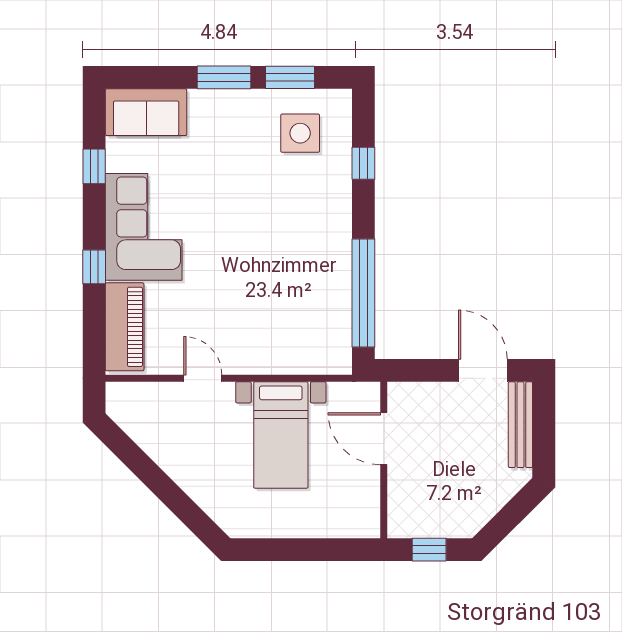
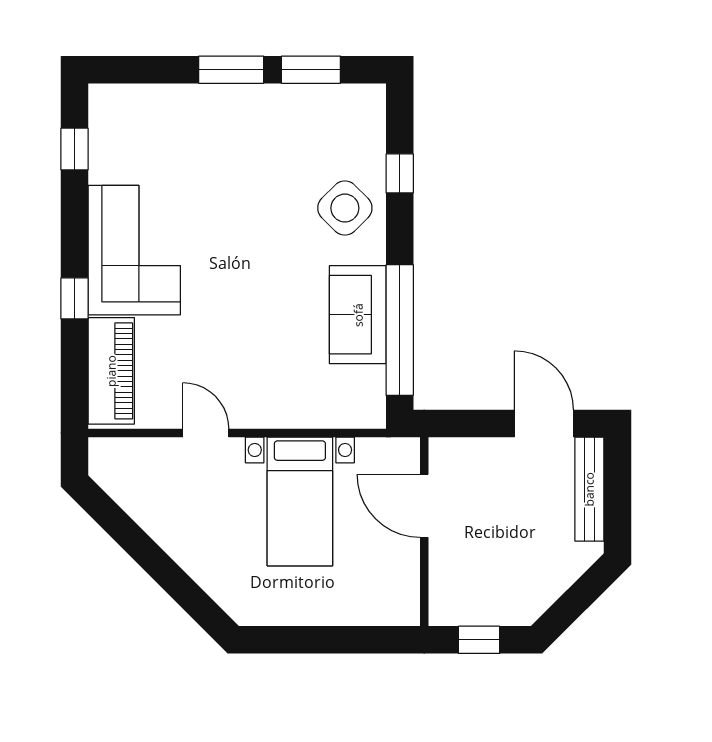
sofa: (146, 112) -> (358, 315), moved, turned 90
side table: (300, 133) -> (345, 208), moved, turned 45
window: (94, 166) -> (75, 149), moved

